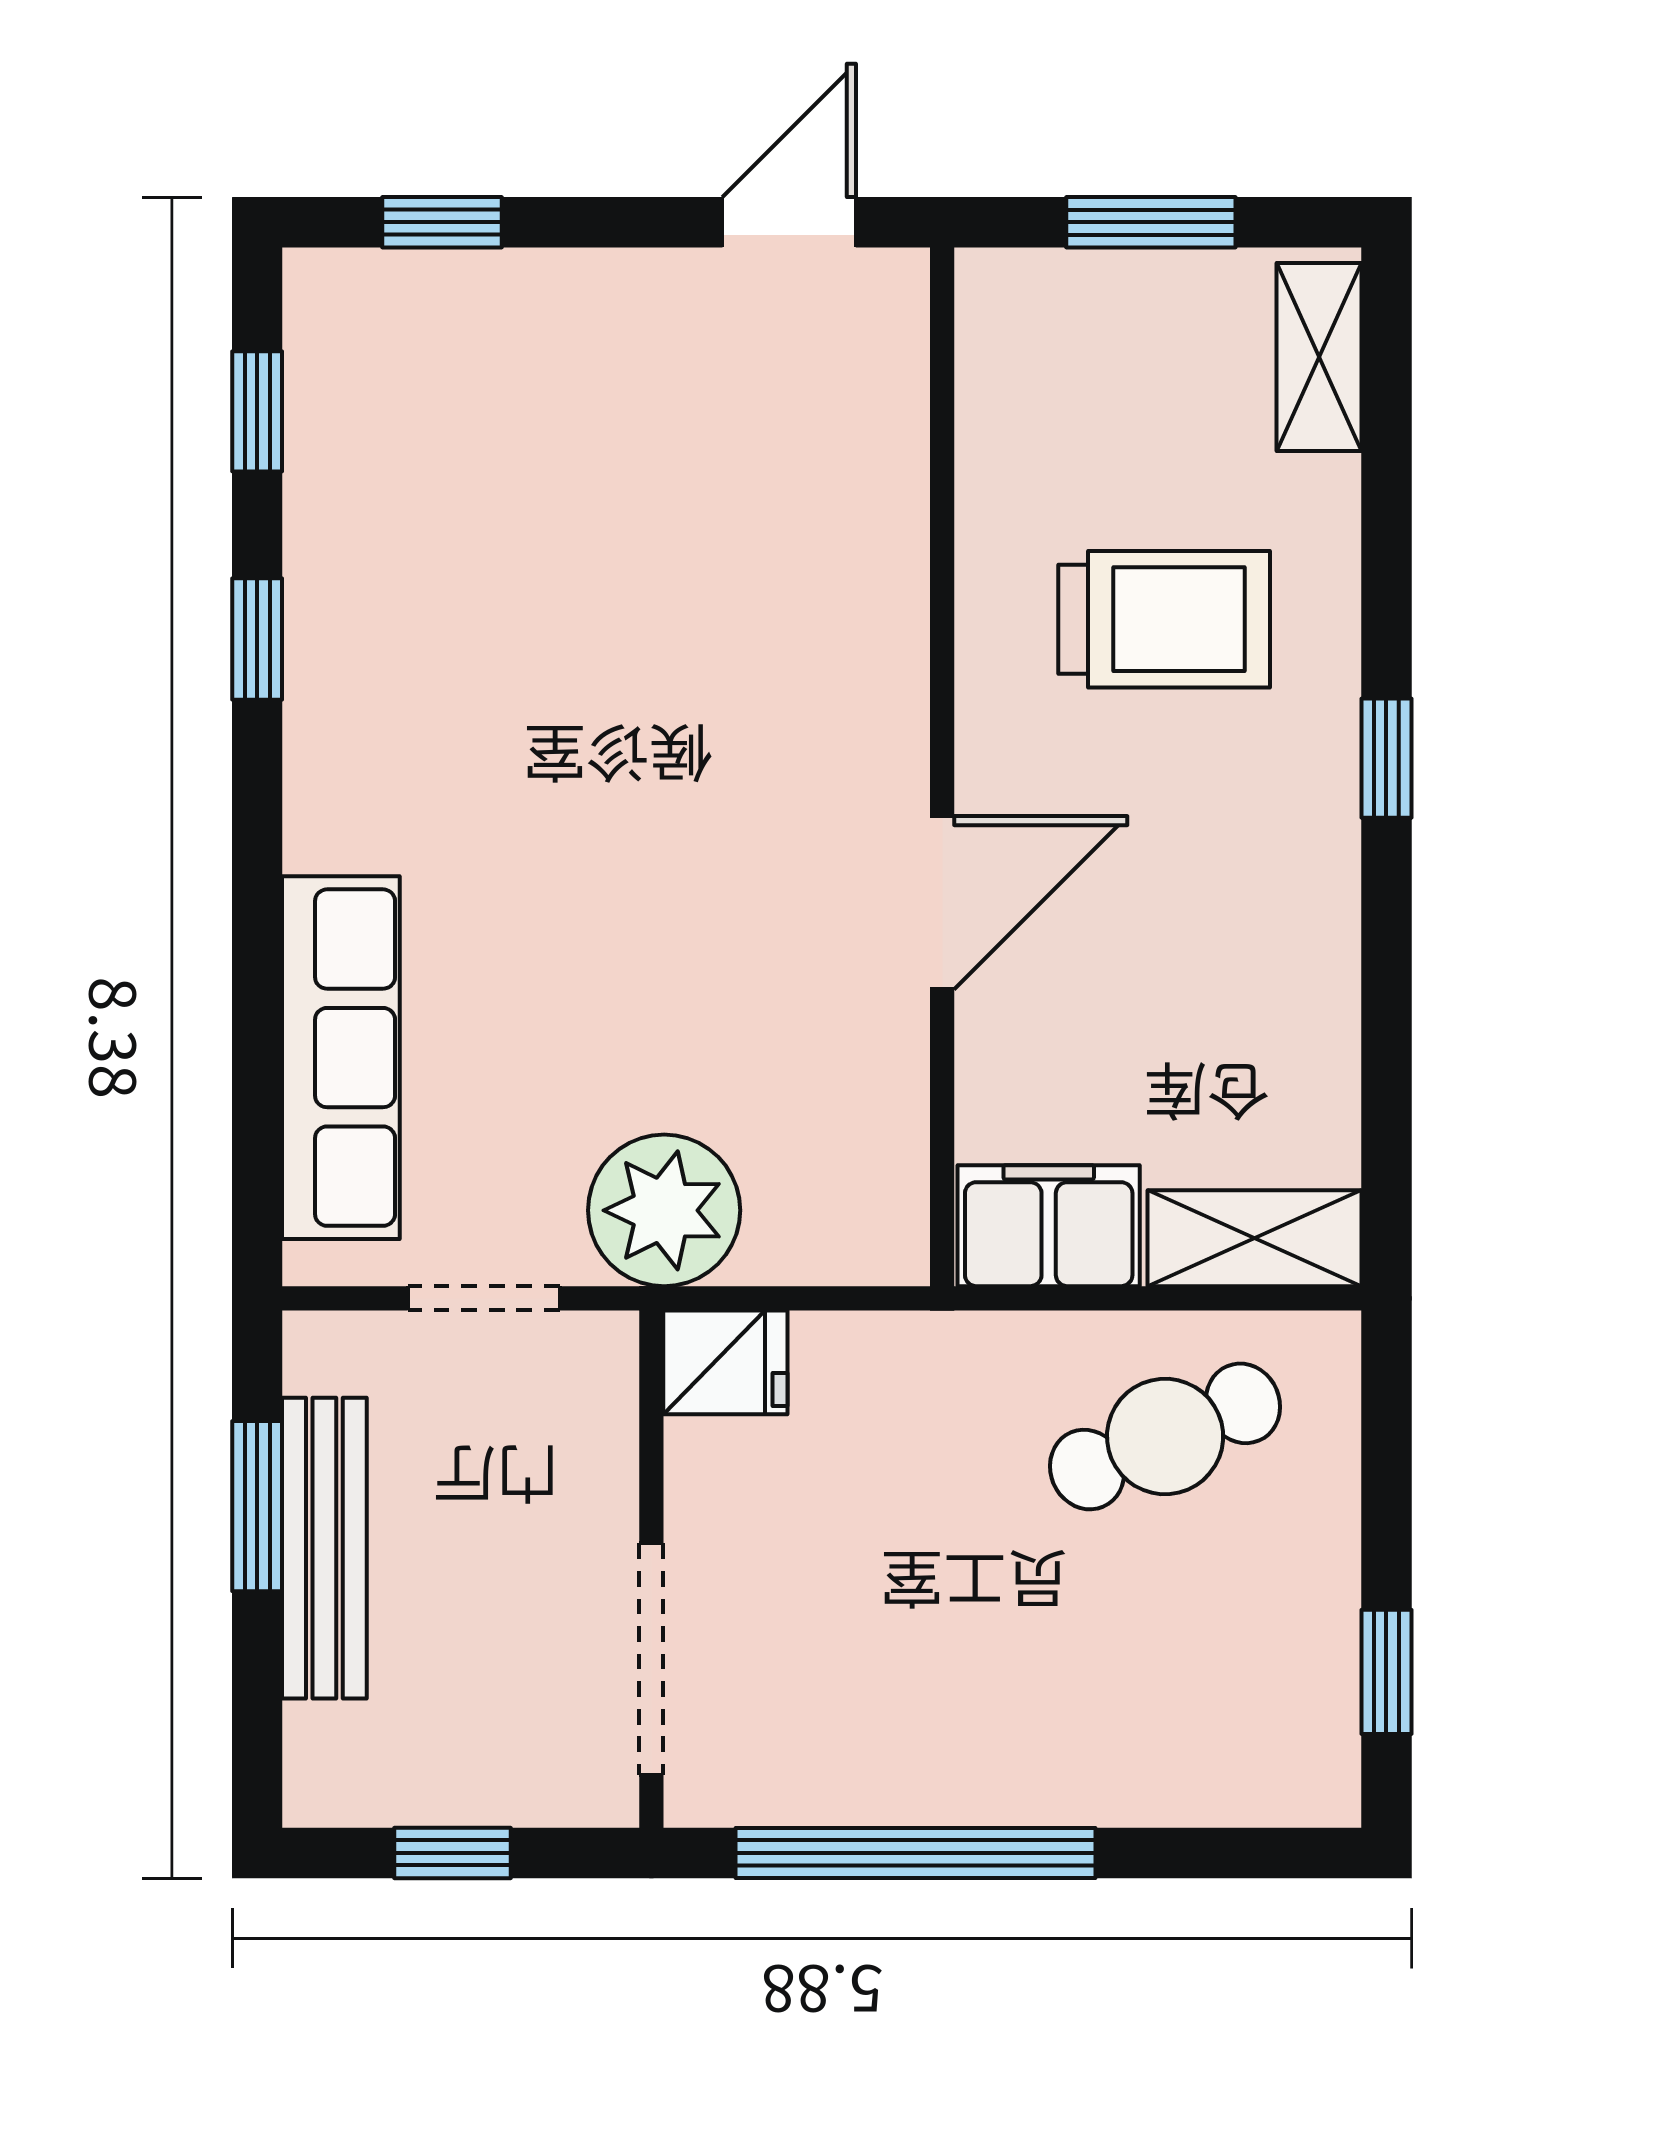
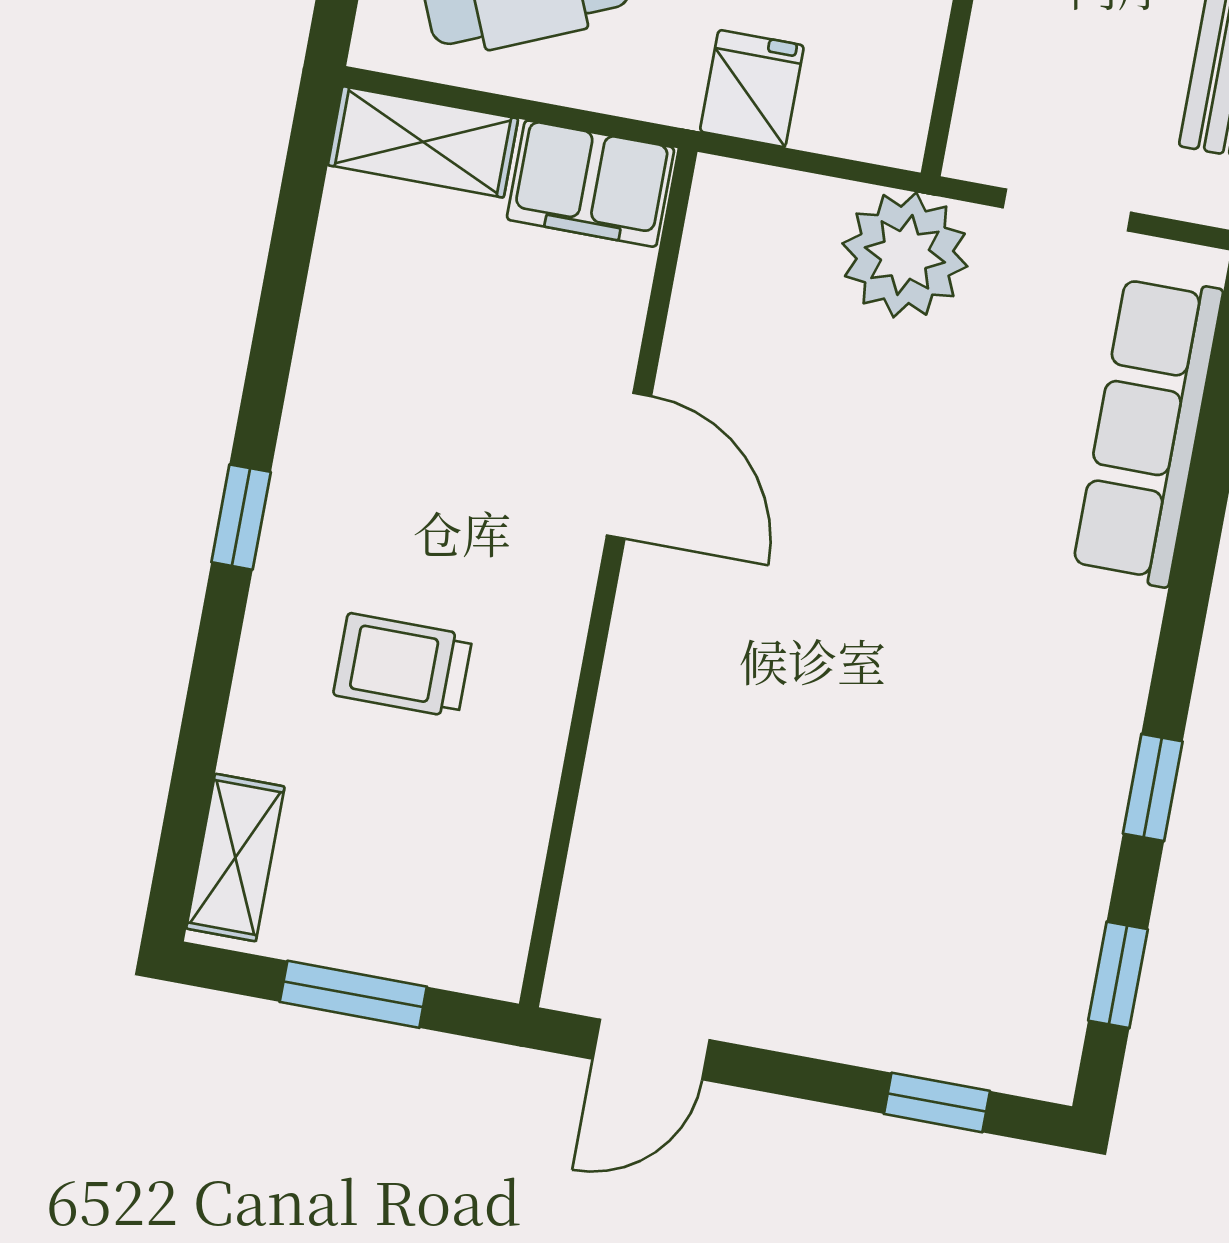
trolley: (1164, 619) -> (403, 665), width x0.73, depth x0.72
door: (942, 903) -> (629, 466), swing flipped
fridge: (725, 1362) -> (752, 89), moved, turned 90

